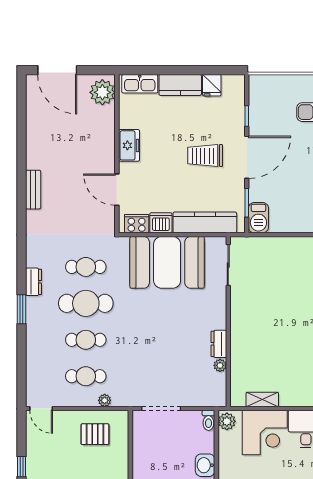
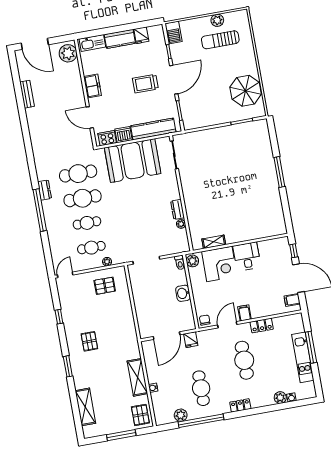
bench: (33, 190) -> (27, 94), moved
barbecue: (258, 218) -> (173, 33), moved
cafe table: (86, 267) -> (78, 174), width x1.37, depth x1.35
window: (22, 309) -> (40, 210), width x2.11
door: (41, 408) -> (65, 275), swing flipped

